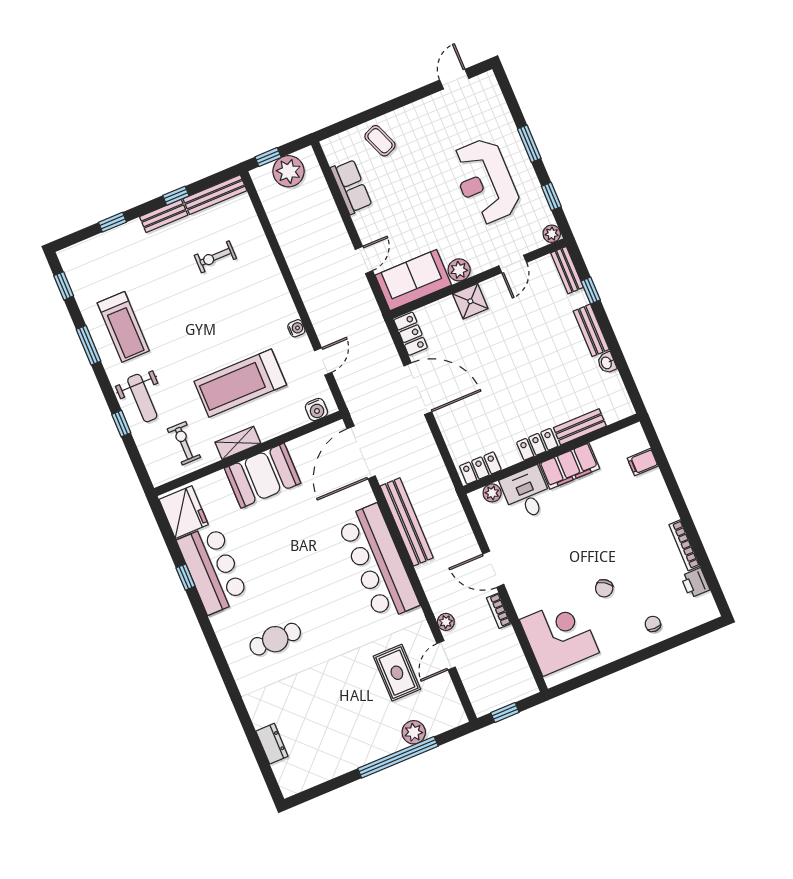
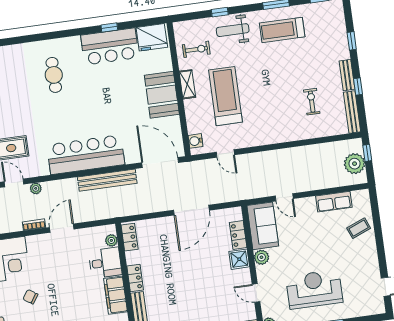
water cooler: (296, 328) -> (251, 142), removed
locker: (411, 334) -> (238, 235), moved, turned 90

